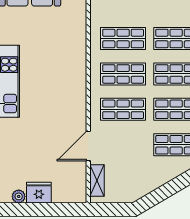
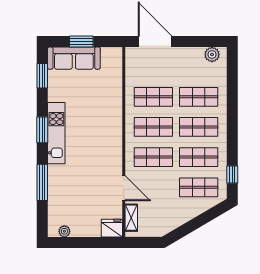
door: (88, 146) -> (124, 188), swing flipped
fridge: (39, 193) -> (112, 228), moved

